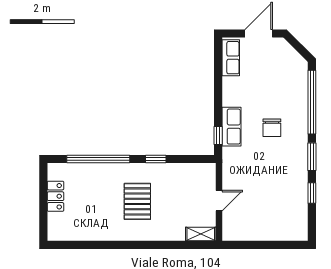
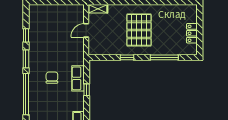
window: (218, 136) -> (87, 90), moved
window: (98, 159) -> (164, 57), width x0.68
pallet: (137, 201) -> (139, 30), width x1.37, depth x1.41

